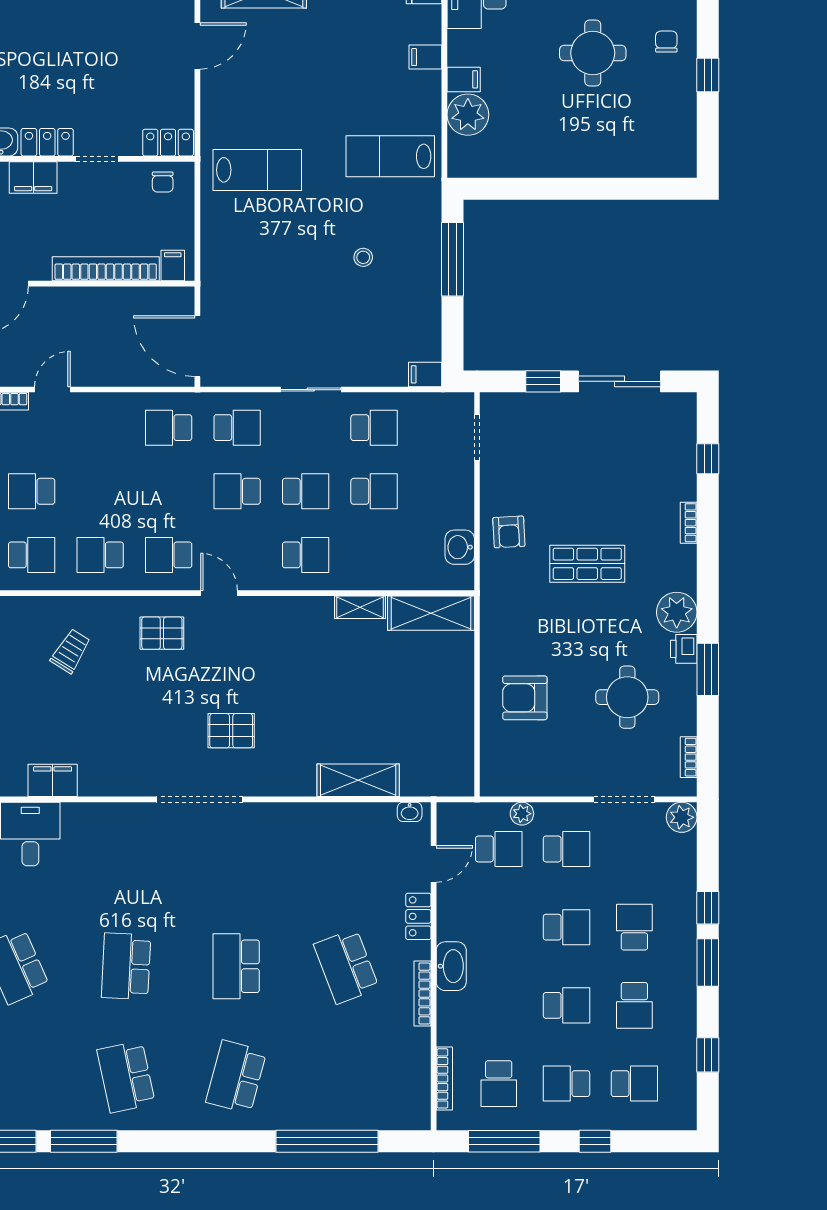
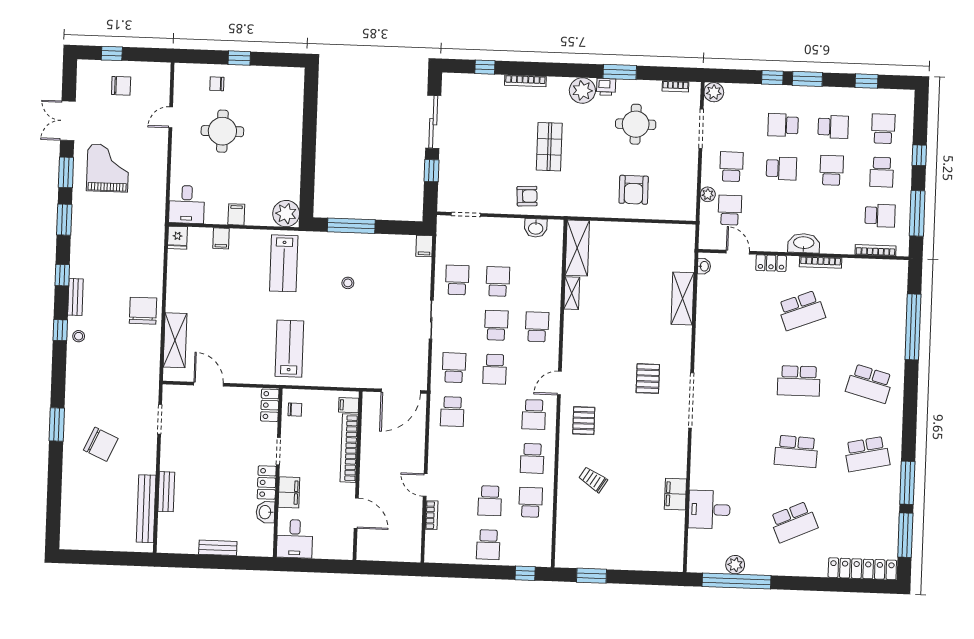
plant: (468, 115) -> (286, 214), moved
bookcase: (689, 523) -> (525, 81), width x1.56
school desk: (567, 927) -> (781, 168), turned 90

